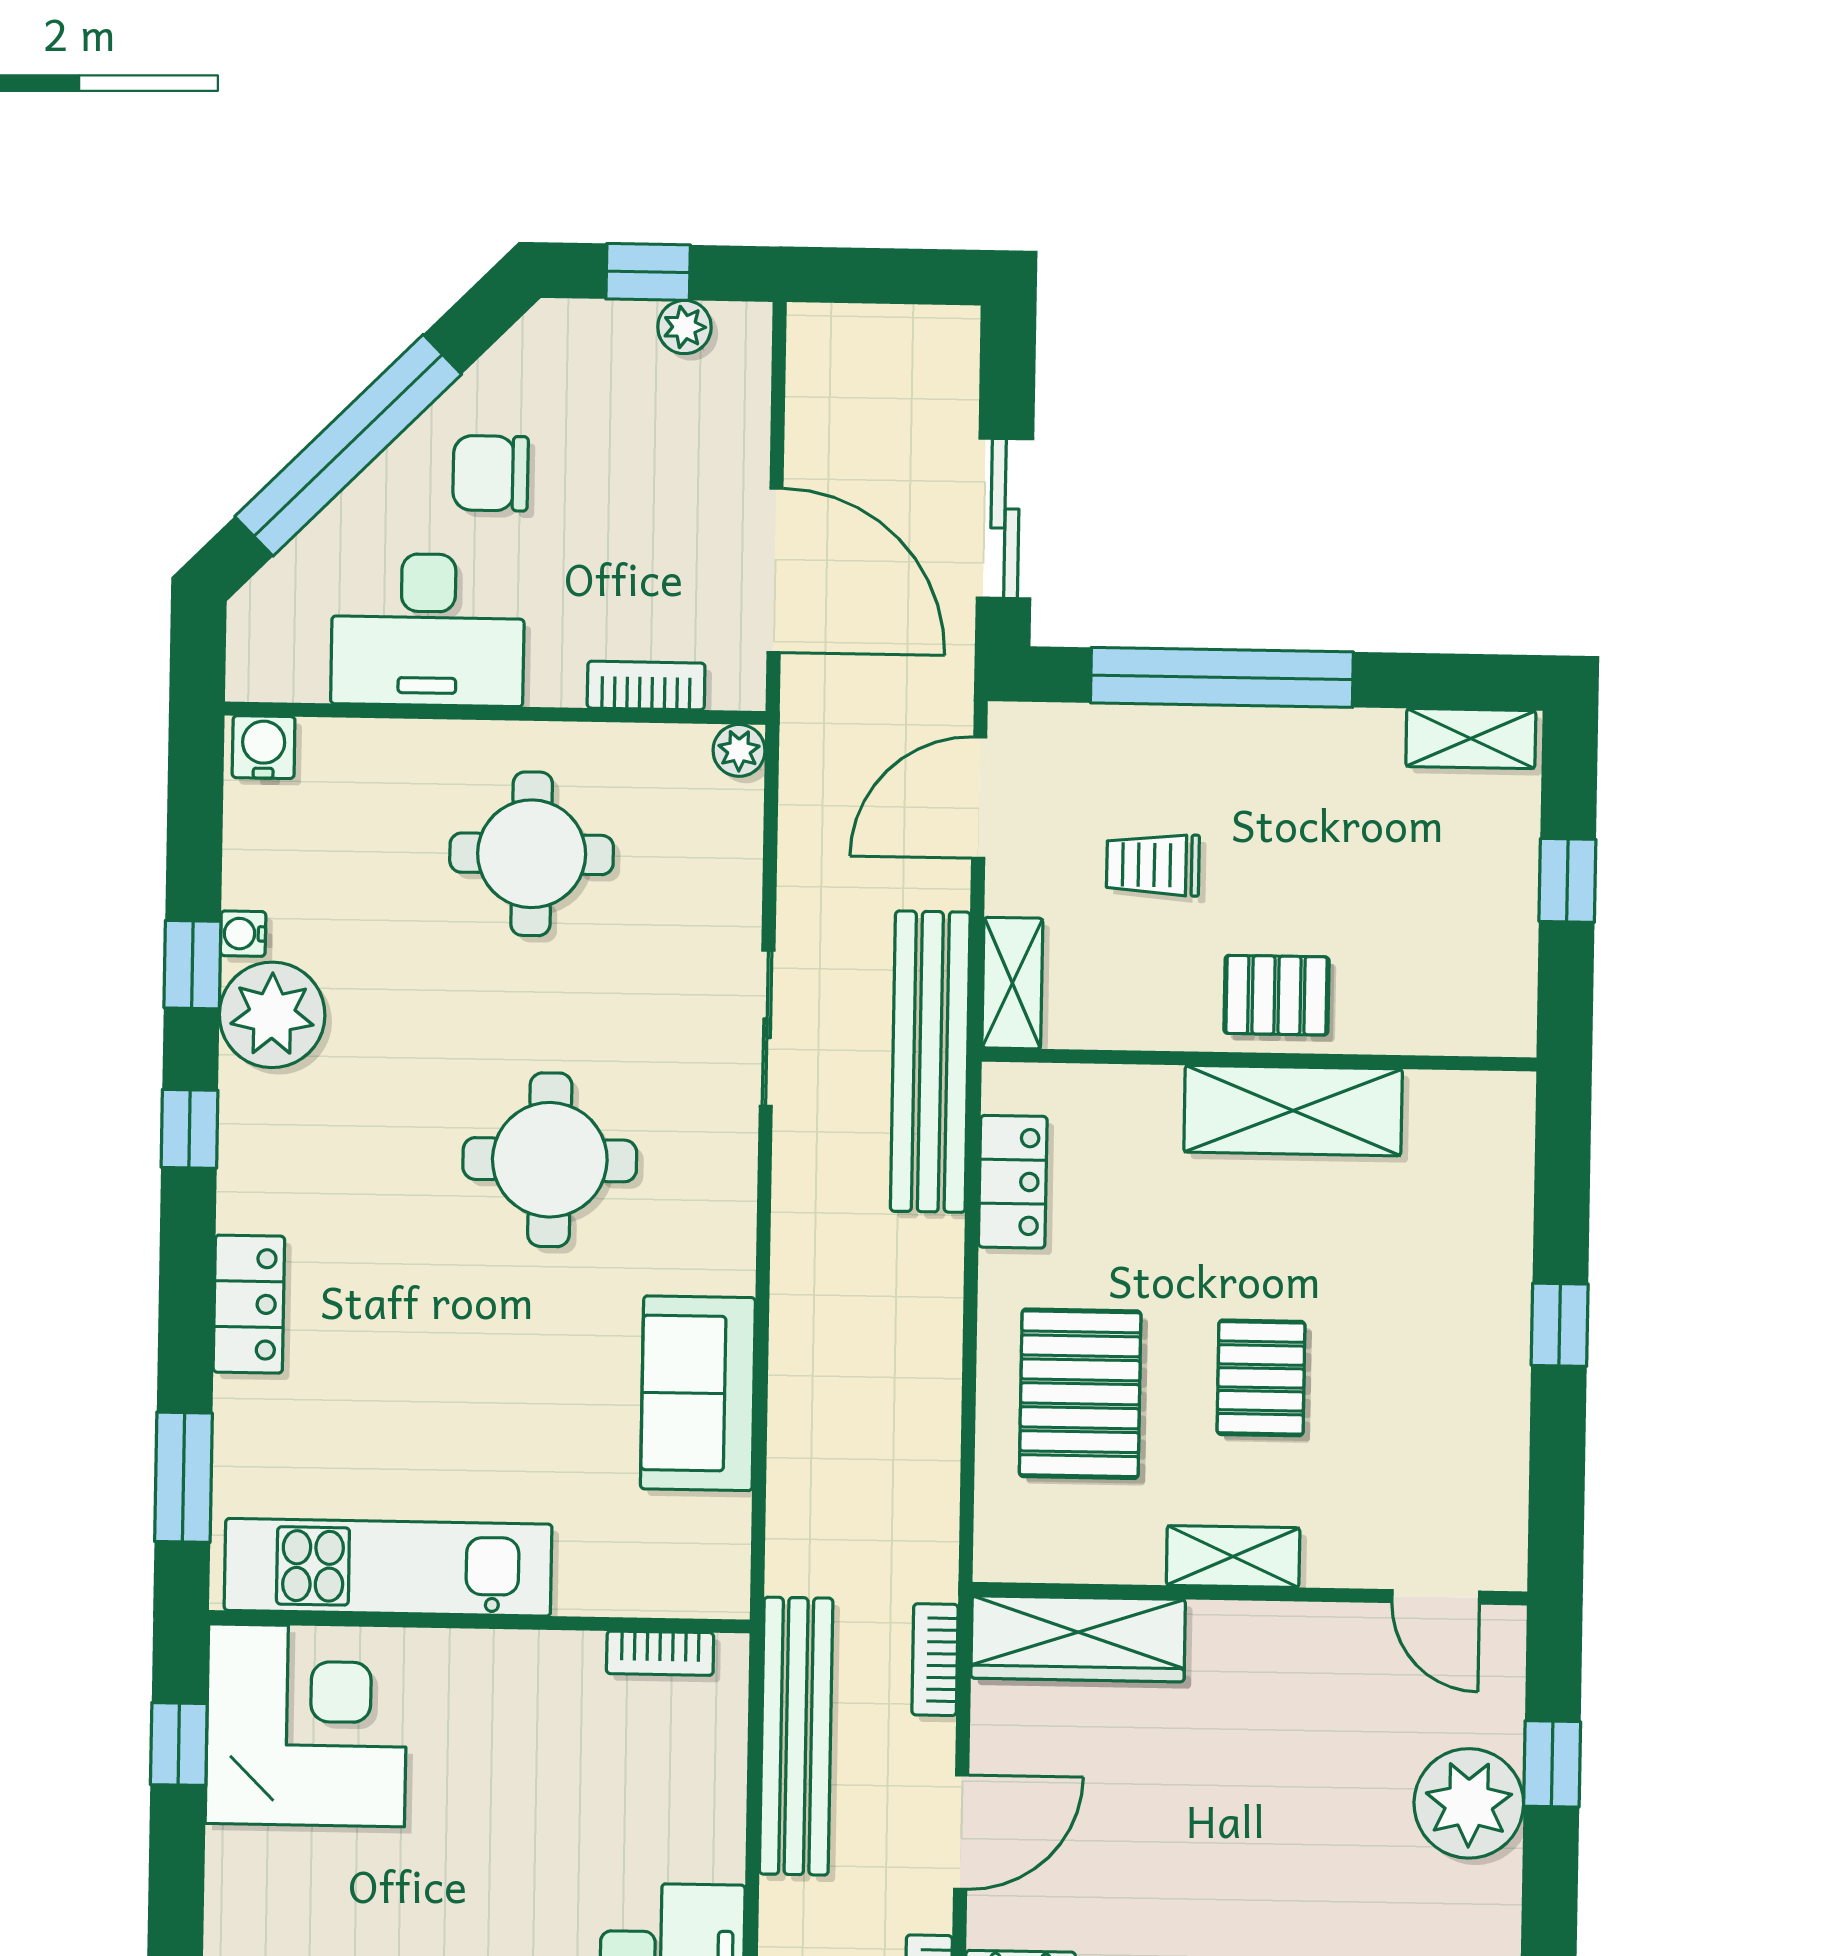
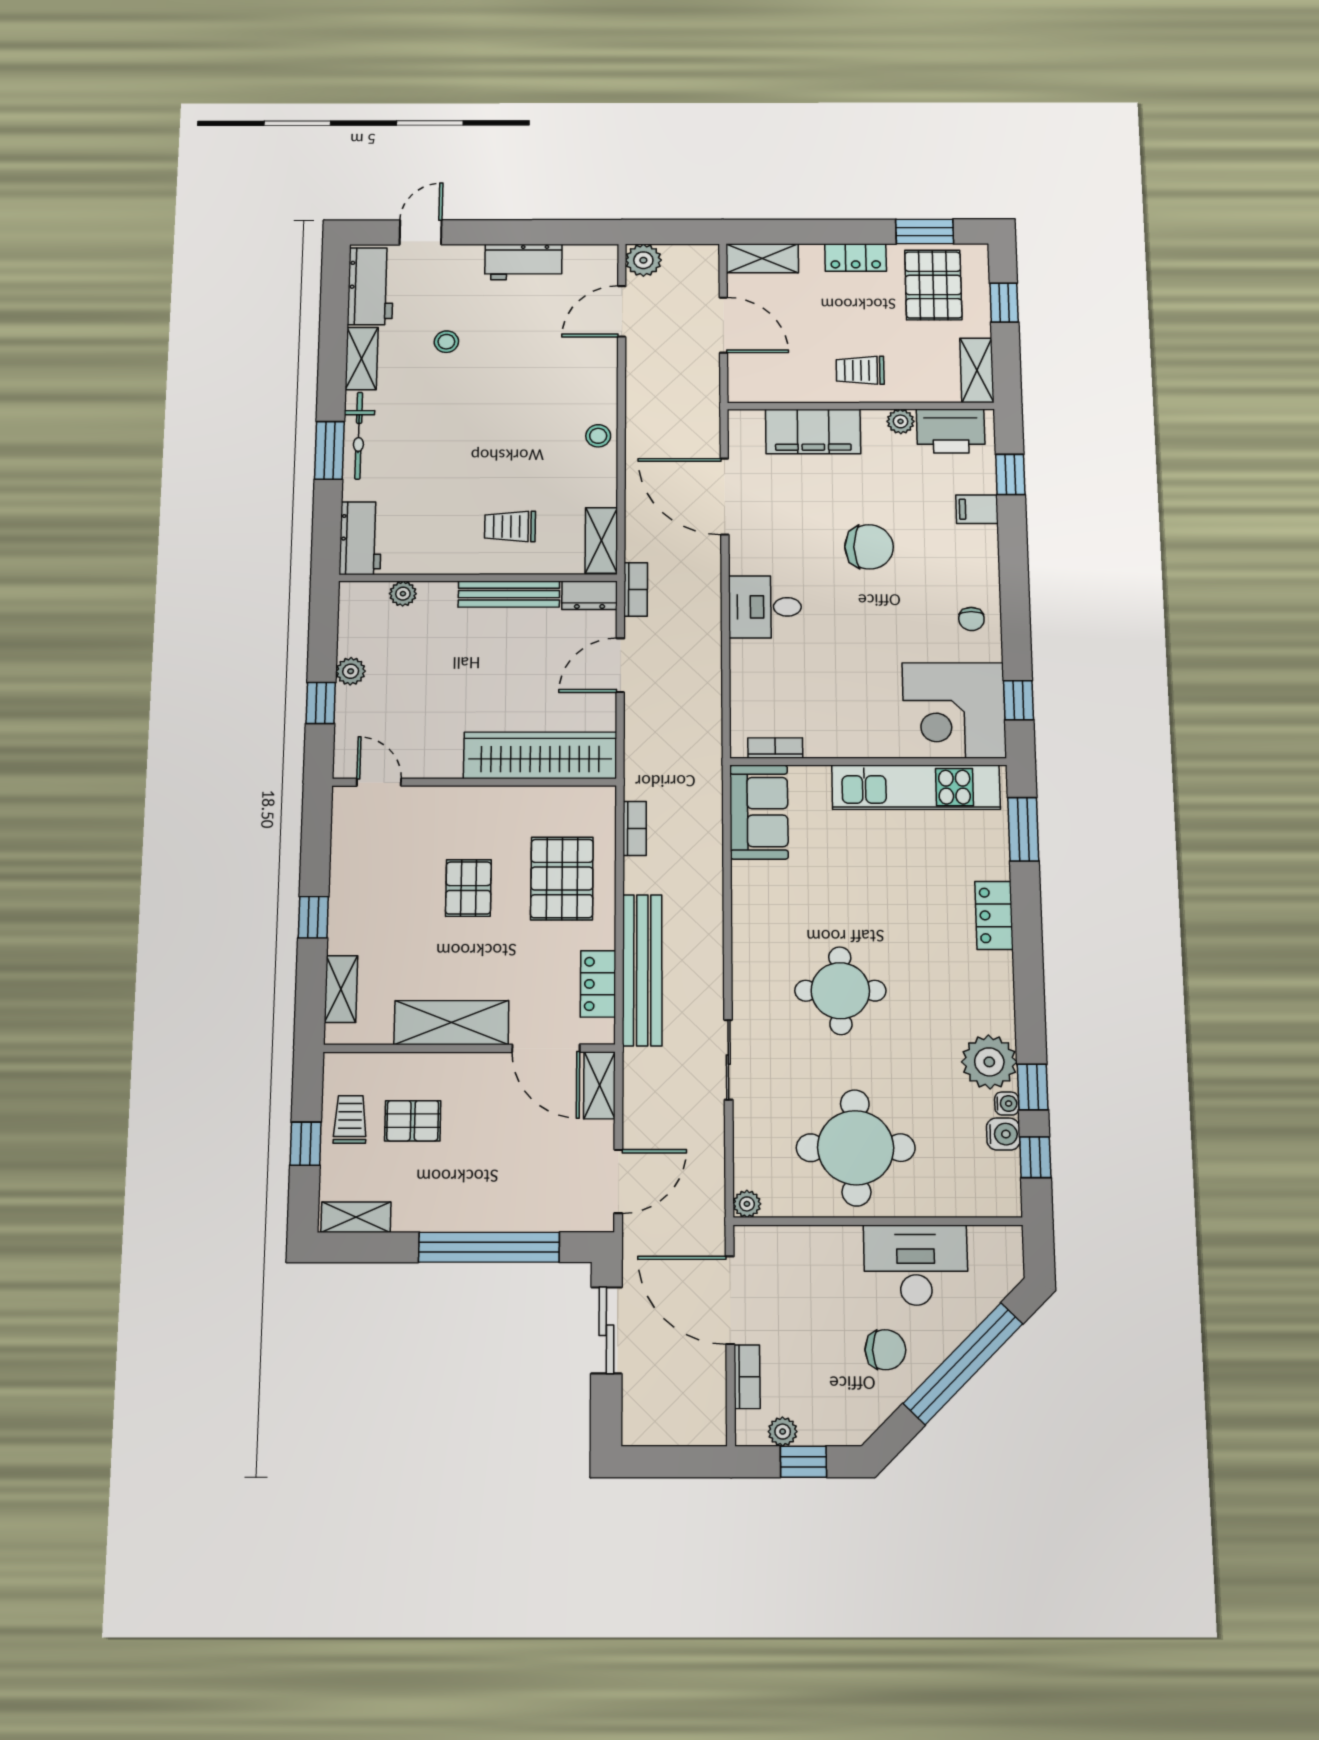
bookcase: (646, 686) -> (747, 1377), moved, turned -90
water cooler: (264, 747) -> (1003, 1134), moved, turned -90
round table: (532, 854) -> (856, 1148), width x1.36, depth x1.36
trolley: (1153, 865) -> (350, 1119), moved, turned -90
pallet: (1276, 995) -> (413, 1121), moved
door: (1113, 1057) -> (546, 1048), added
bench: (930, 1062) -> (642, 970), moved
window: (190, 1129) -> (1035, 1157), moved
sofa: (698, 1393) -> (759, 812), moved
shelving: (1233, 1557) -> (341, 989), moved, turned 90
wardrobe: (1078, 1639) -> (540, 755), width x1.40, depth x1.17
bookcase: (935, 1660) -> (635, 828), moved
bench: (796, 1736) -> (705, 709), removed
plant: (1469, 1803) -> (351, 671), width x0.53, depth x0.53
chair: (263, 1917) -> (971, 619), added

